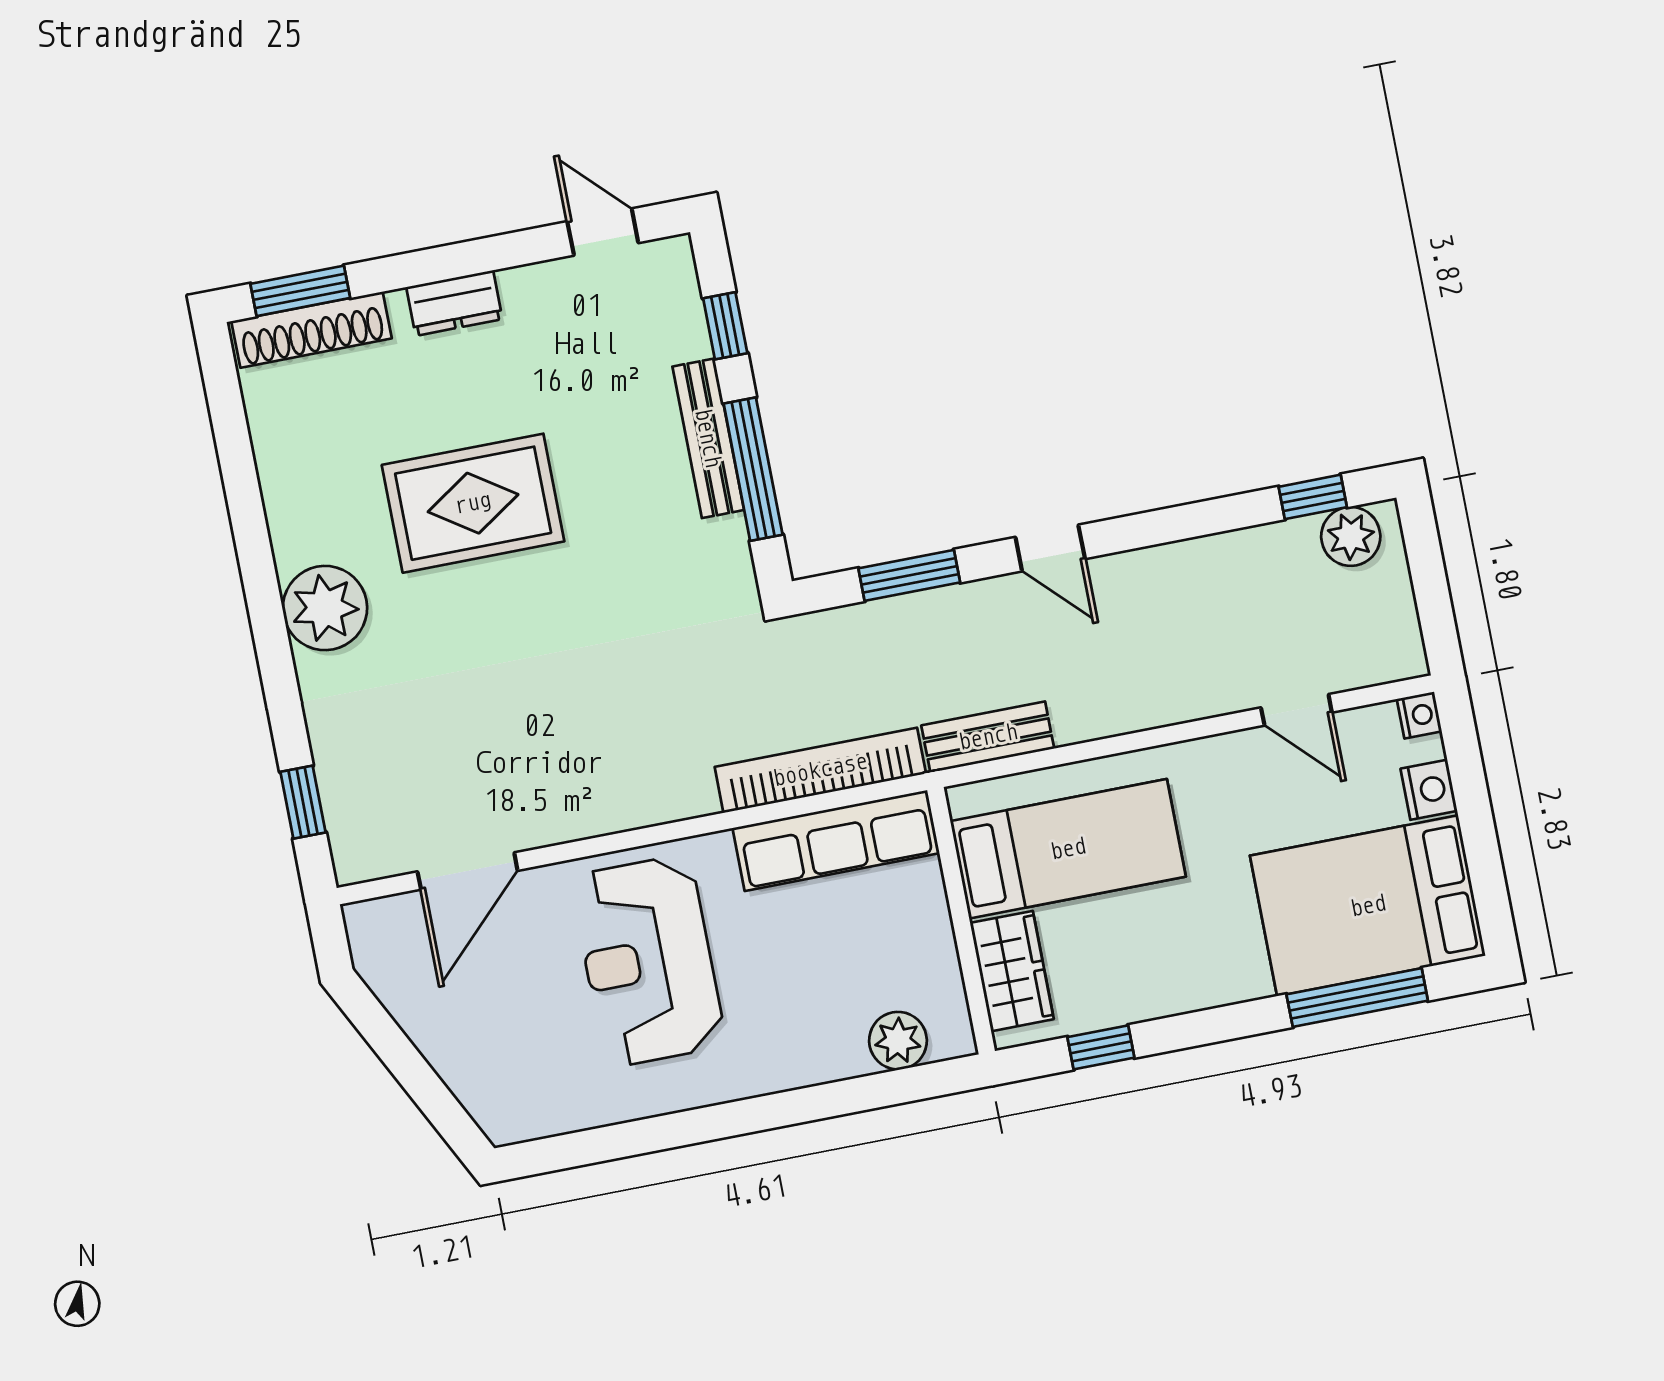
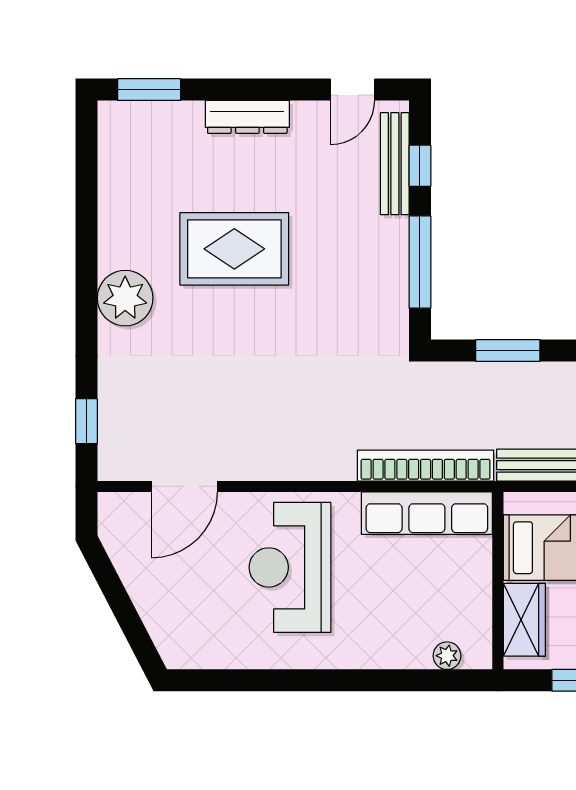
door: (603, 232) -> (352, 90), swing flipped
dresser: (454, 303) -> (247, 117), width x1.44
shoe rack: (312, 330) -> (151, 116), removed
bench: (708, 438) -> (395, 164), moved
plant: (898, 1041) -> (447, 656), width x0.73, depth x0.73

